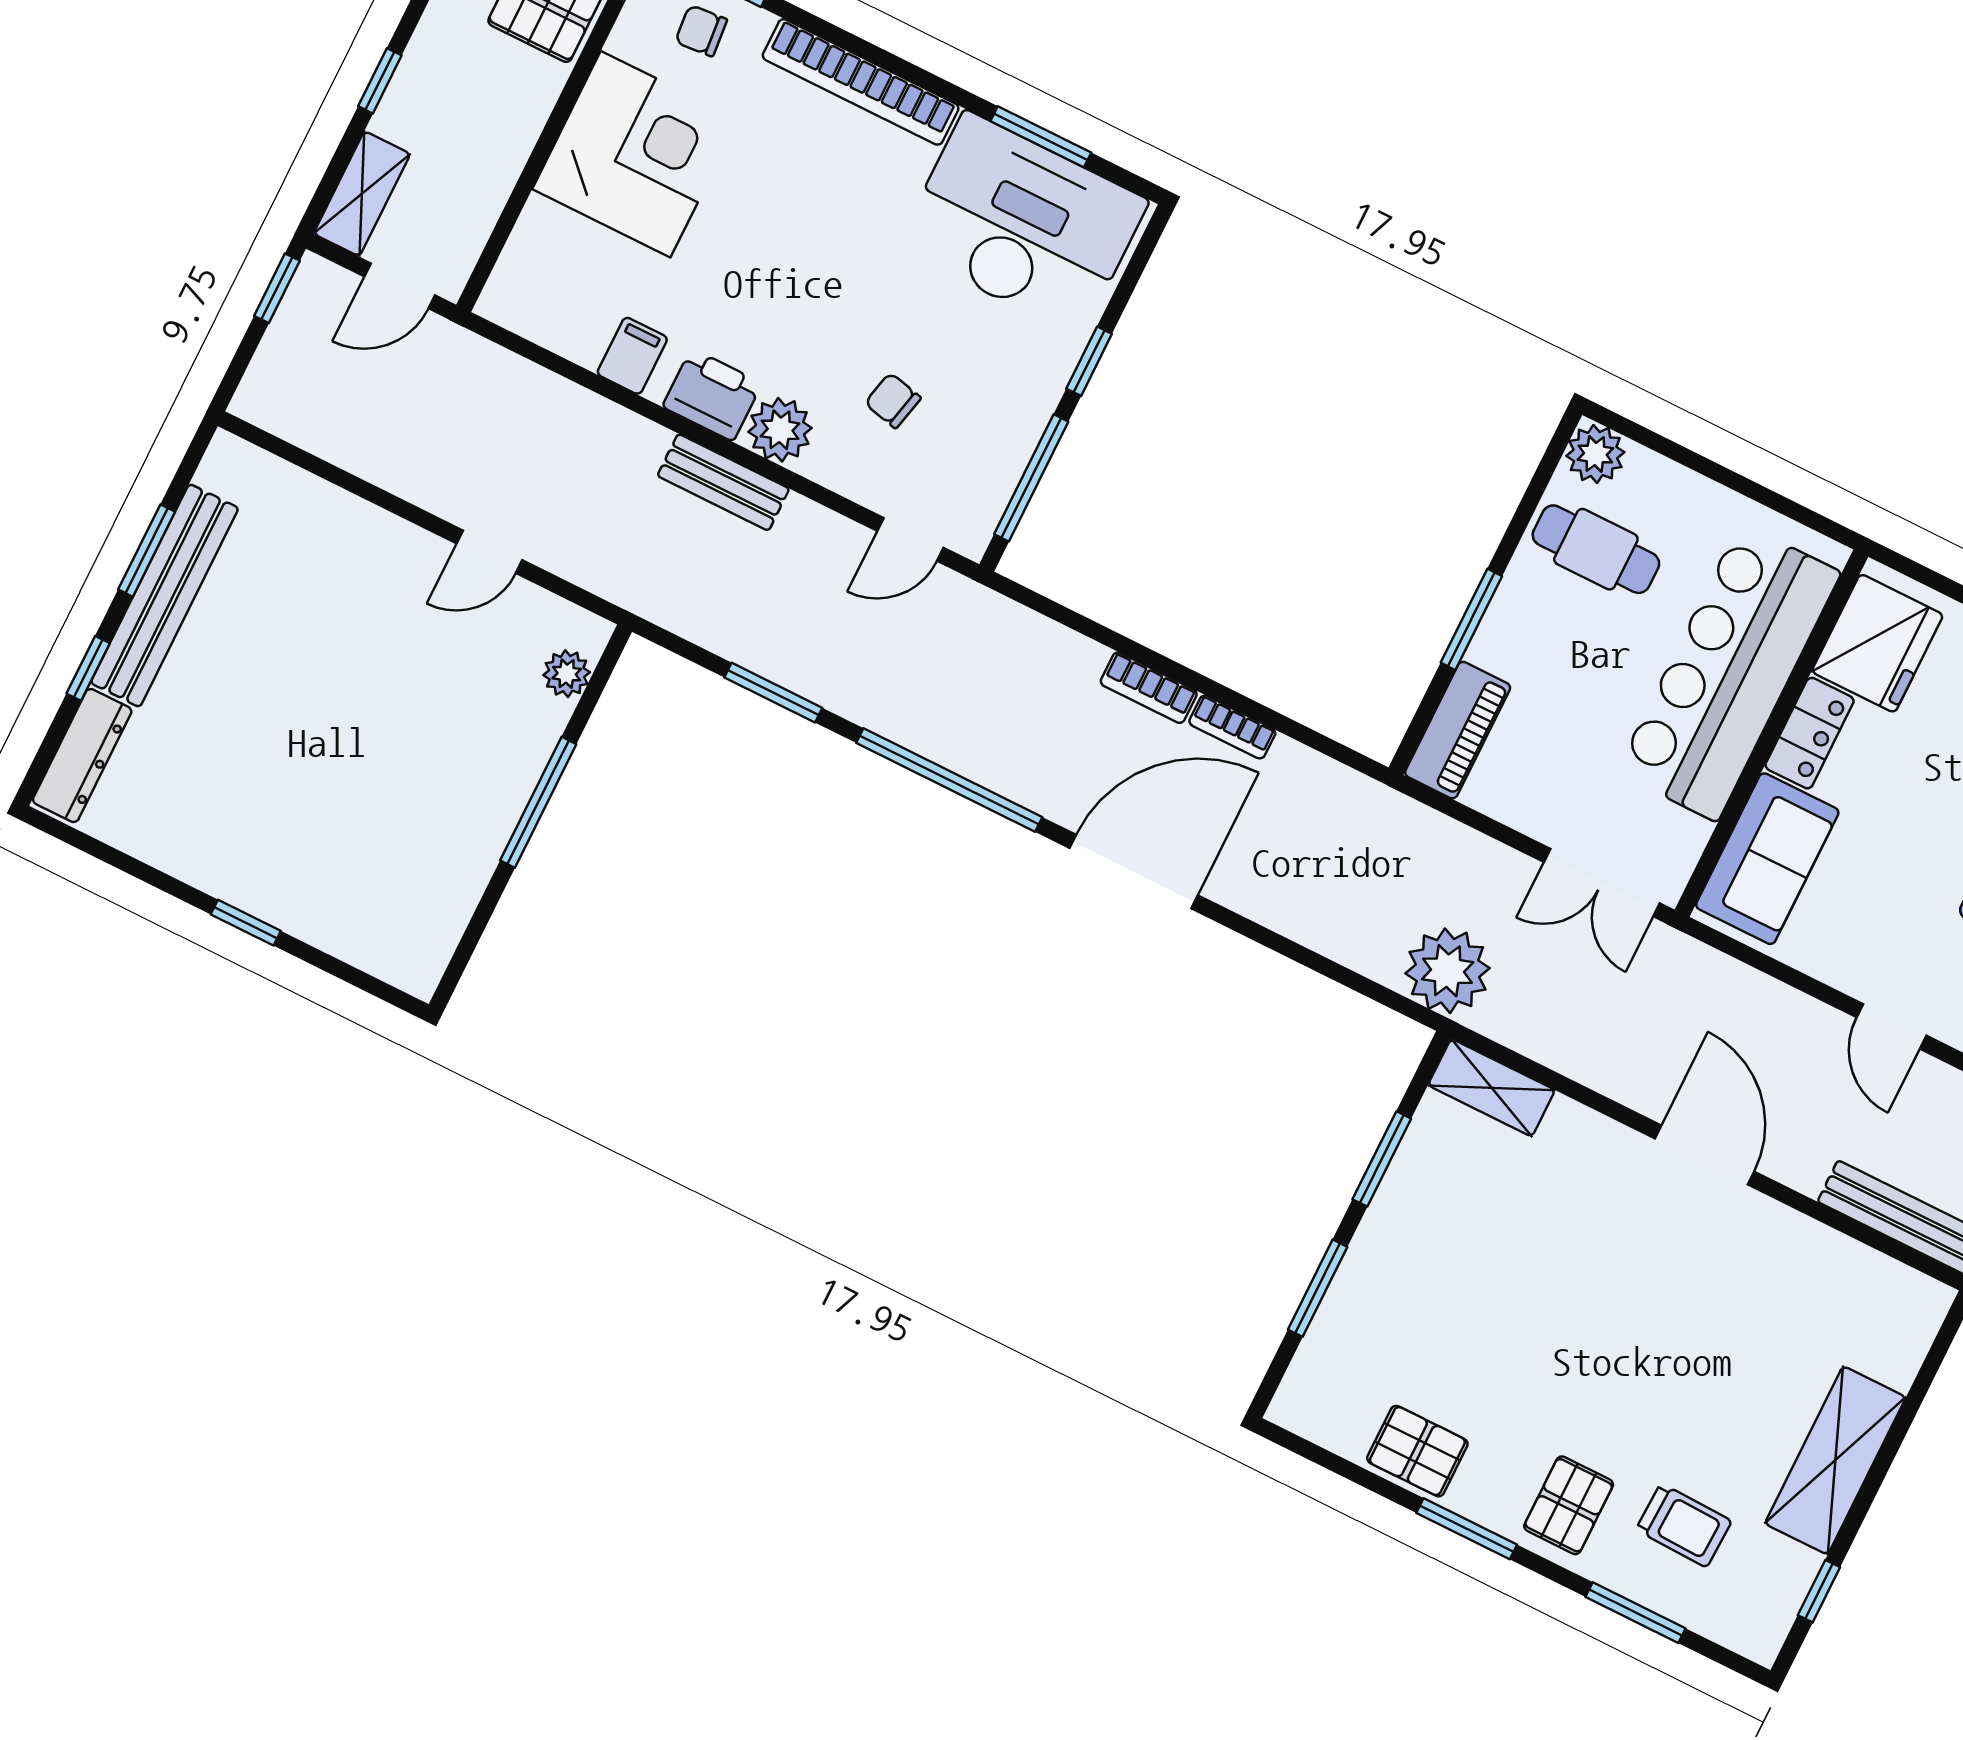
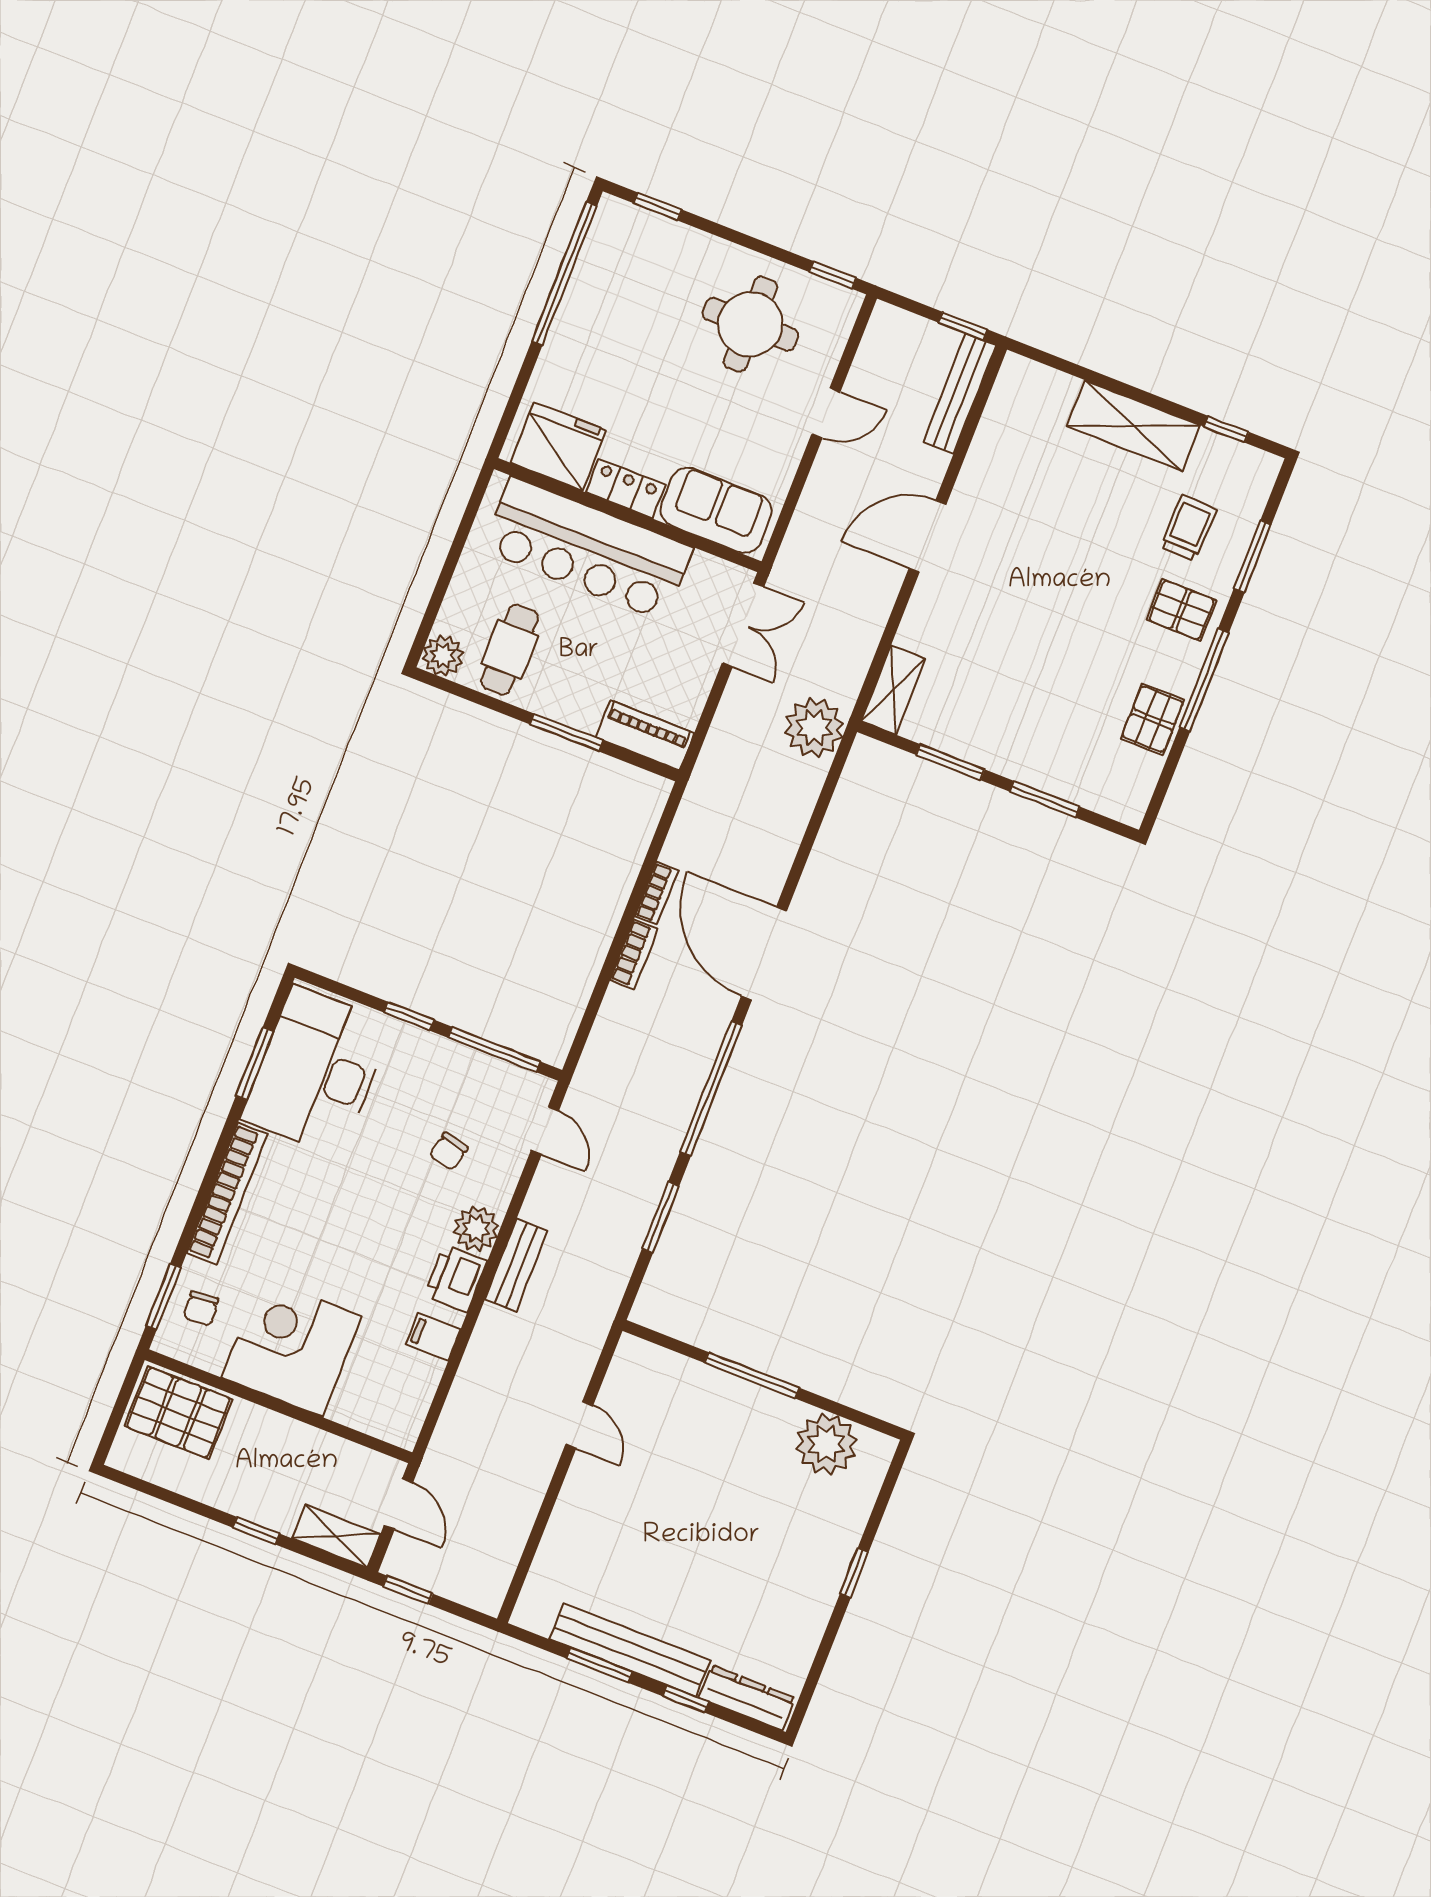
plant: (567, 674) -> (826, 1444), moved, width x1.88, depth x1.88
window: (1467, 1529) -> (1204, 680), width x1.44

